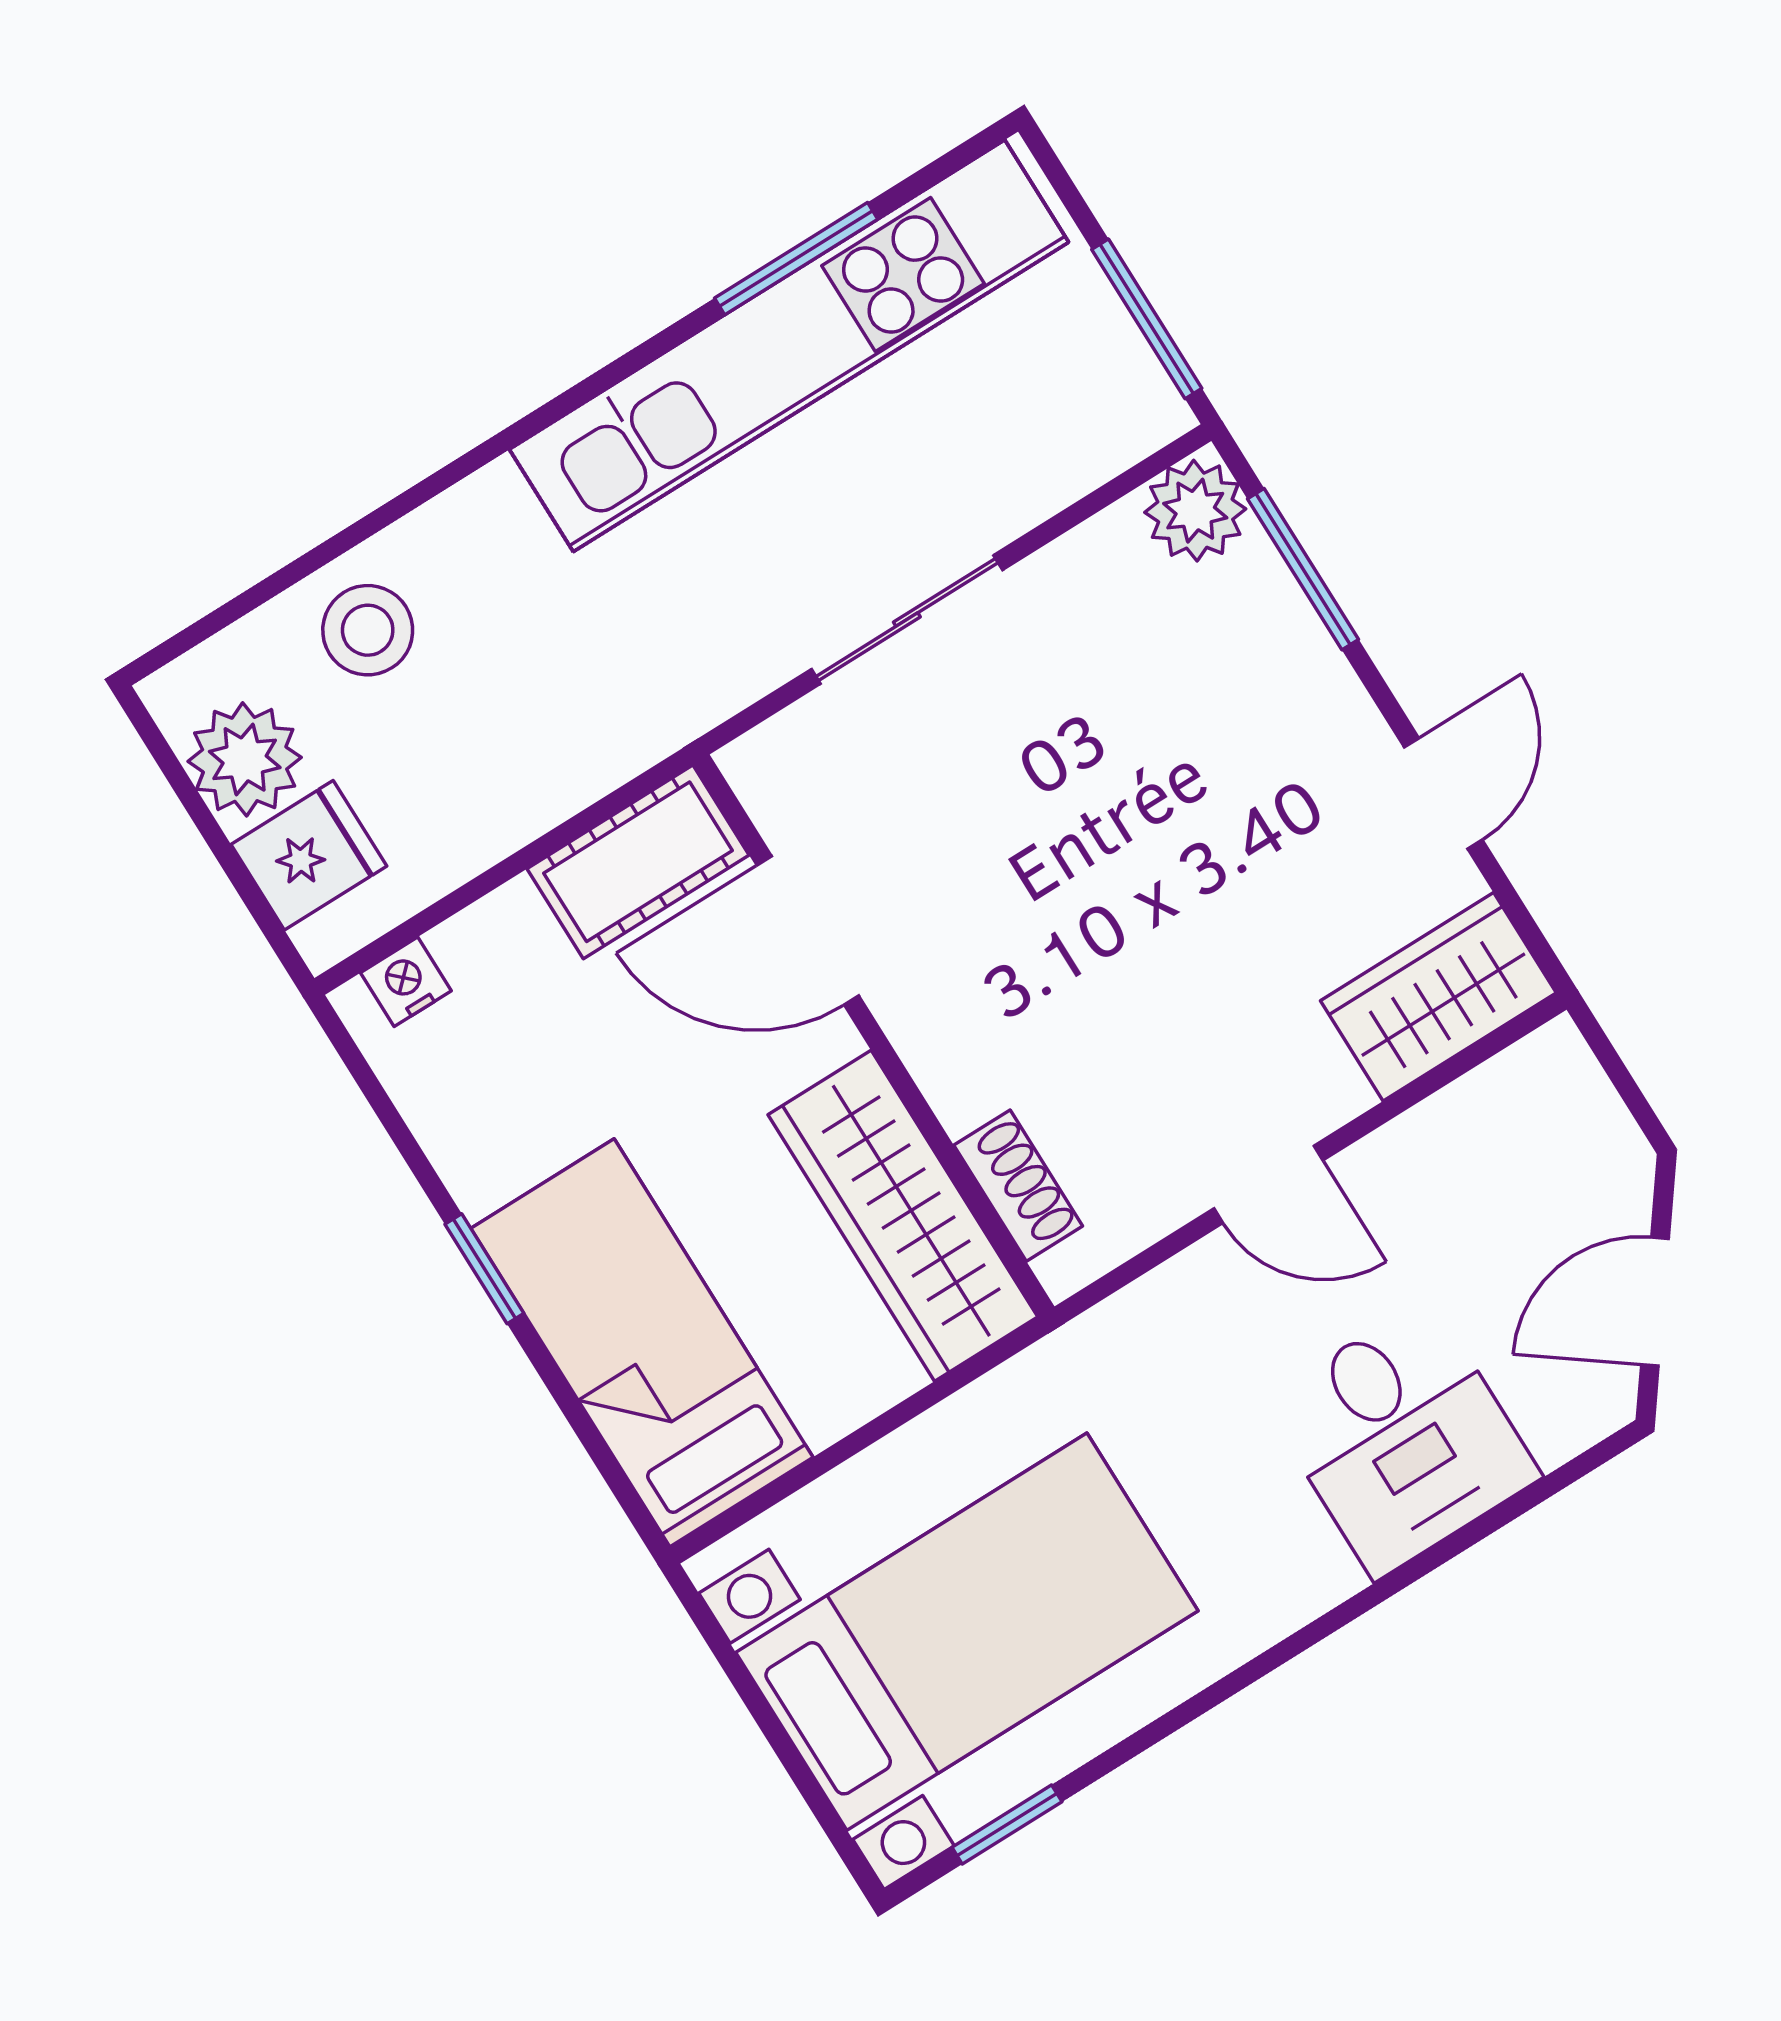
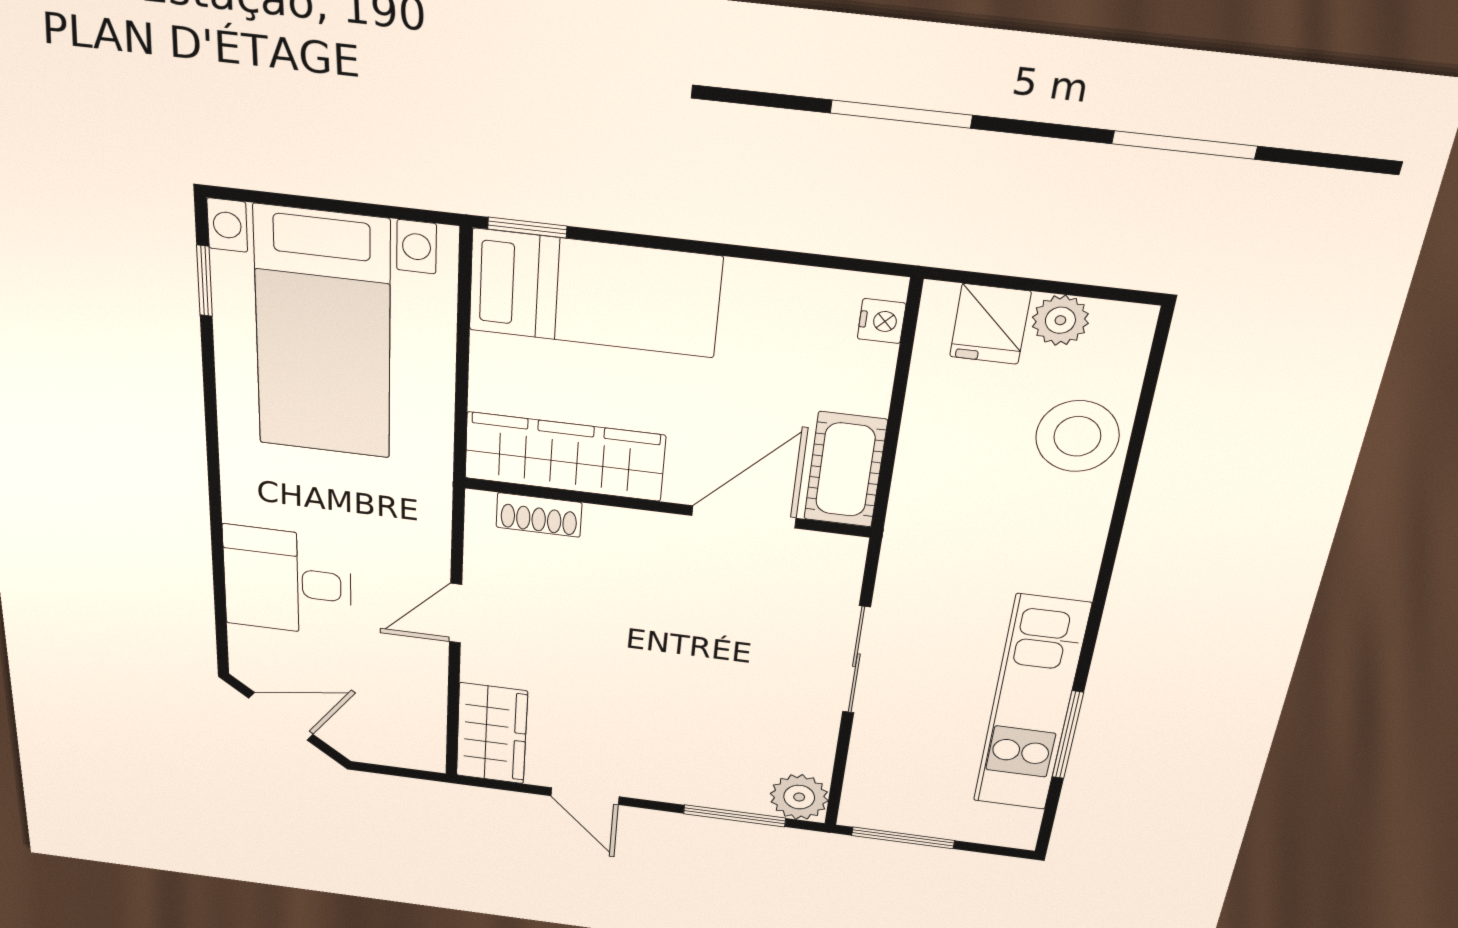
kitchen unit: (789, 346) -> (1031, 705), width x0.73
stool: (368, 630) -> (1077, 436), width x1.38, depth x1.38
plant: (245, 759) -> (1060, 320), width x0.73, depth x0.73
window: (484, 1269) -> (527, 228), moved
door: (1655, 1302) -> (281, 716), hinge flipped

